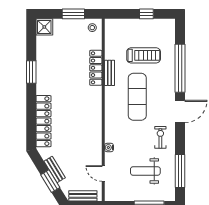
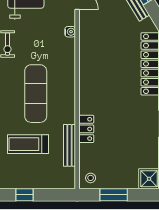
locker: (96, 68) -> (86, 129), width x0.66
bench: (109, 73) -> (70, 145), moved, width x1.36

